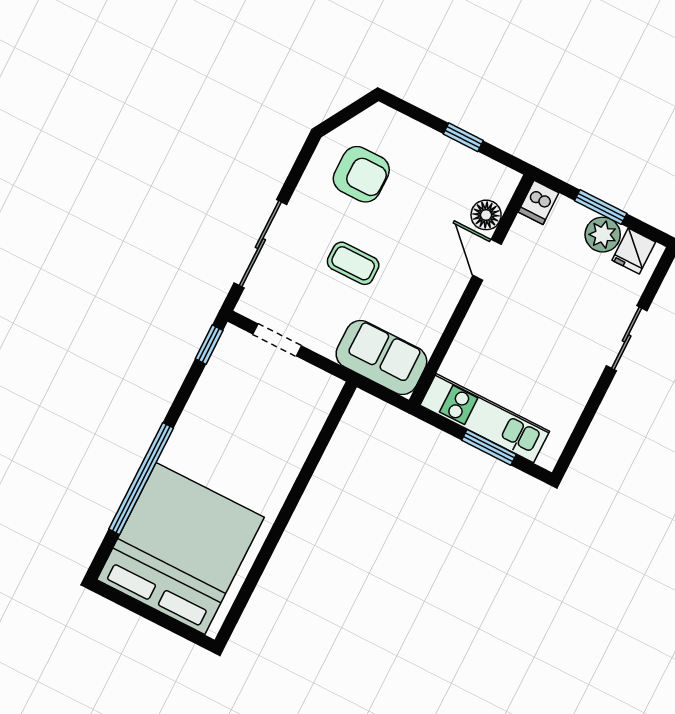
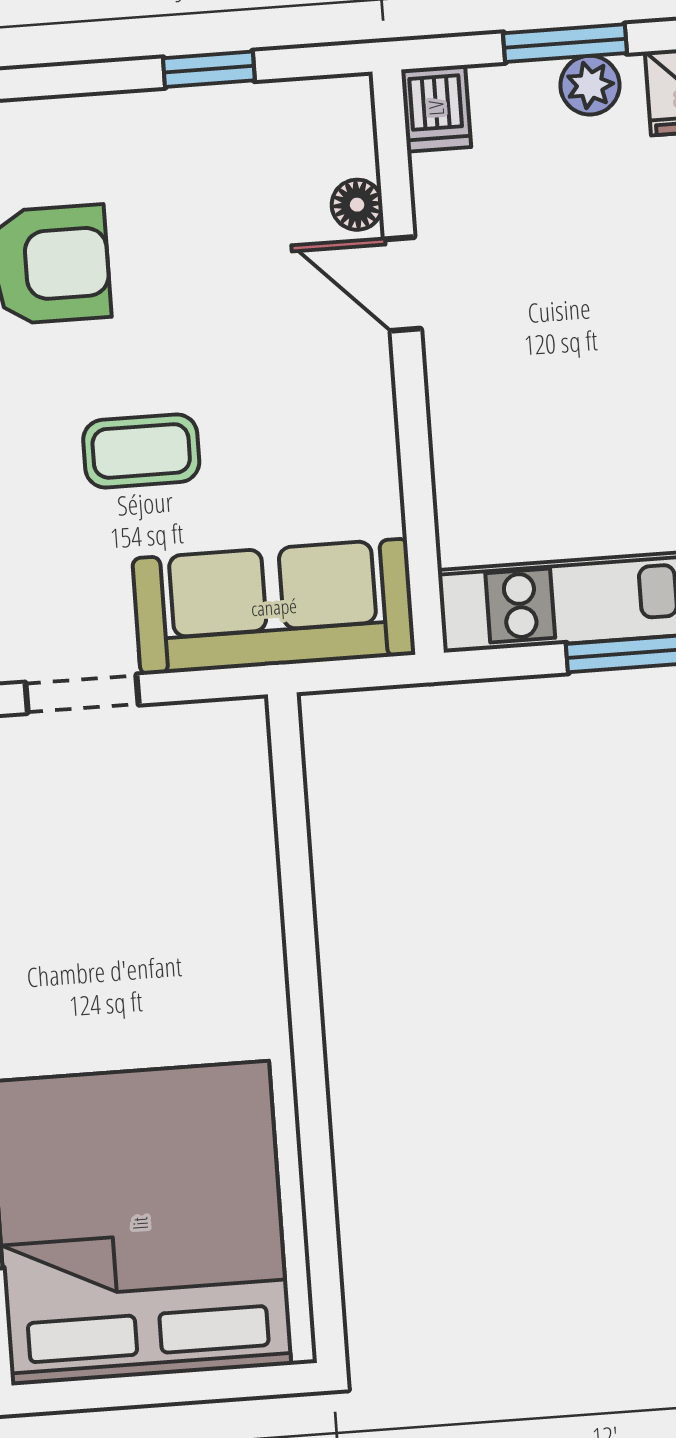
floor lamp: (486, 215) -> (357, 205), width x0.73, depth x0.73
plant: (603, 235) -> (590, 85), width x0.73, depth x0.73
sofa: (381, 358) -> (274, 607), width x1.36

